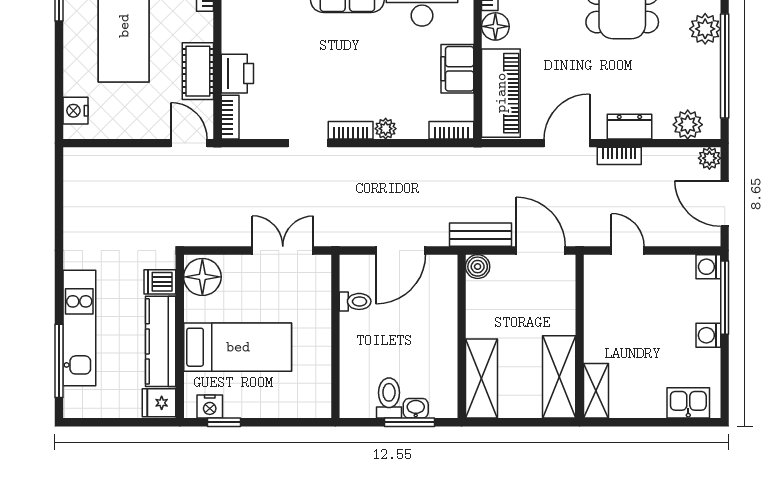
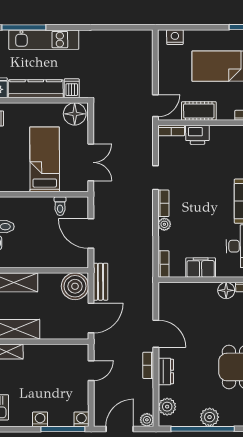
plant: (705, 29) -> (210, 417), moved
piano: (501, 93) -> (186, 294), removed
boiler: (478, 267) -> (75, 286), width x1.86, depth x1.86
bed: (238, 347) -> (45, 159), moved, turned 180

